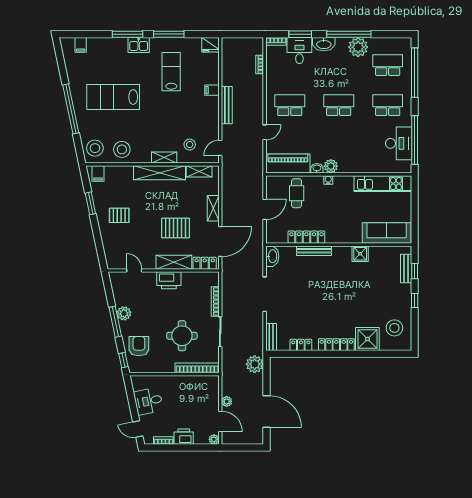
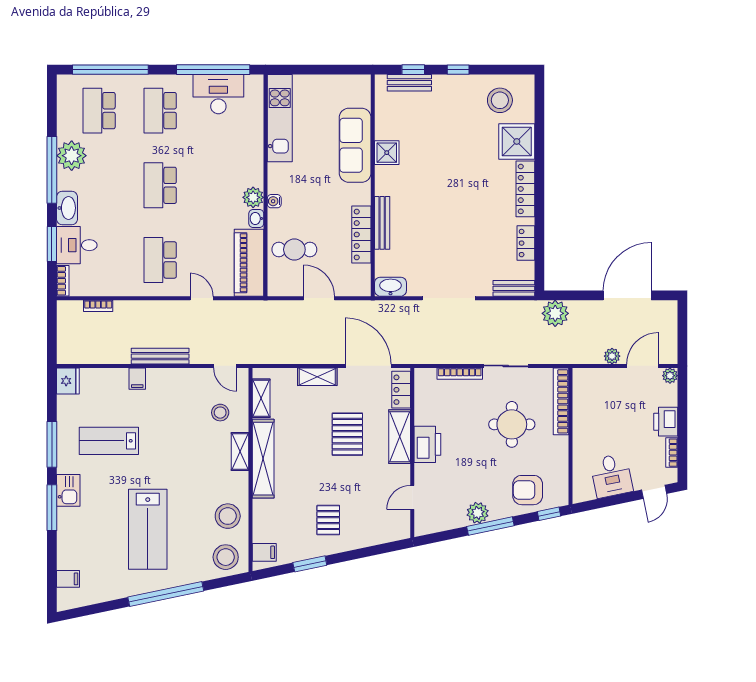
sofa: (387, 233) -> (355, 145), moved

